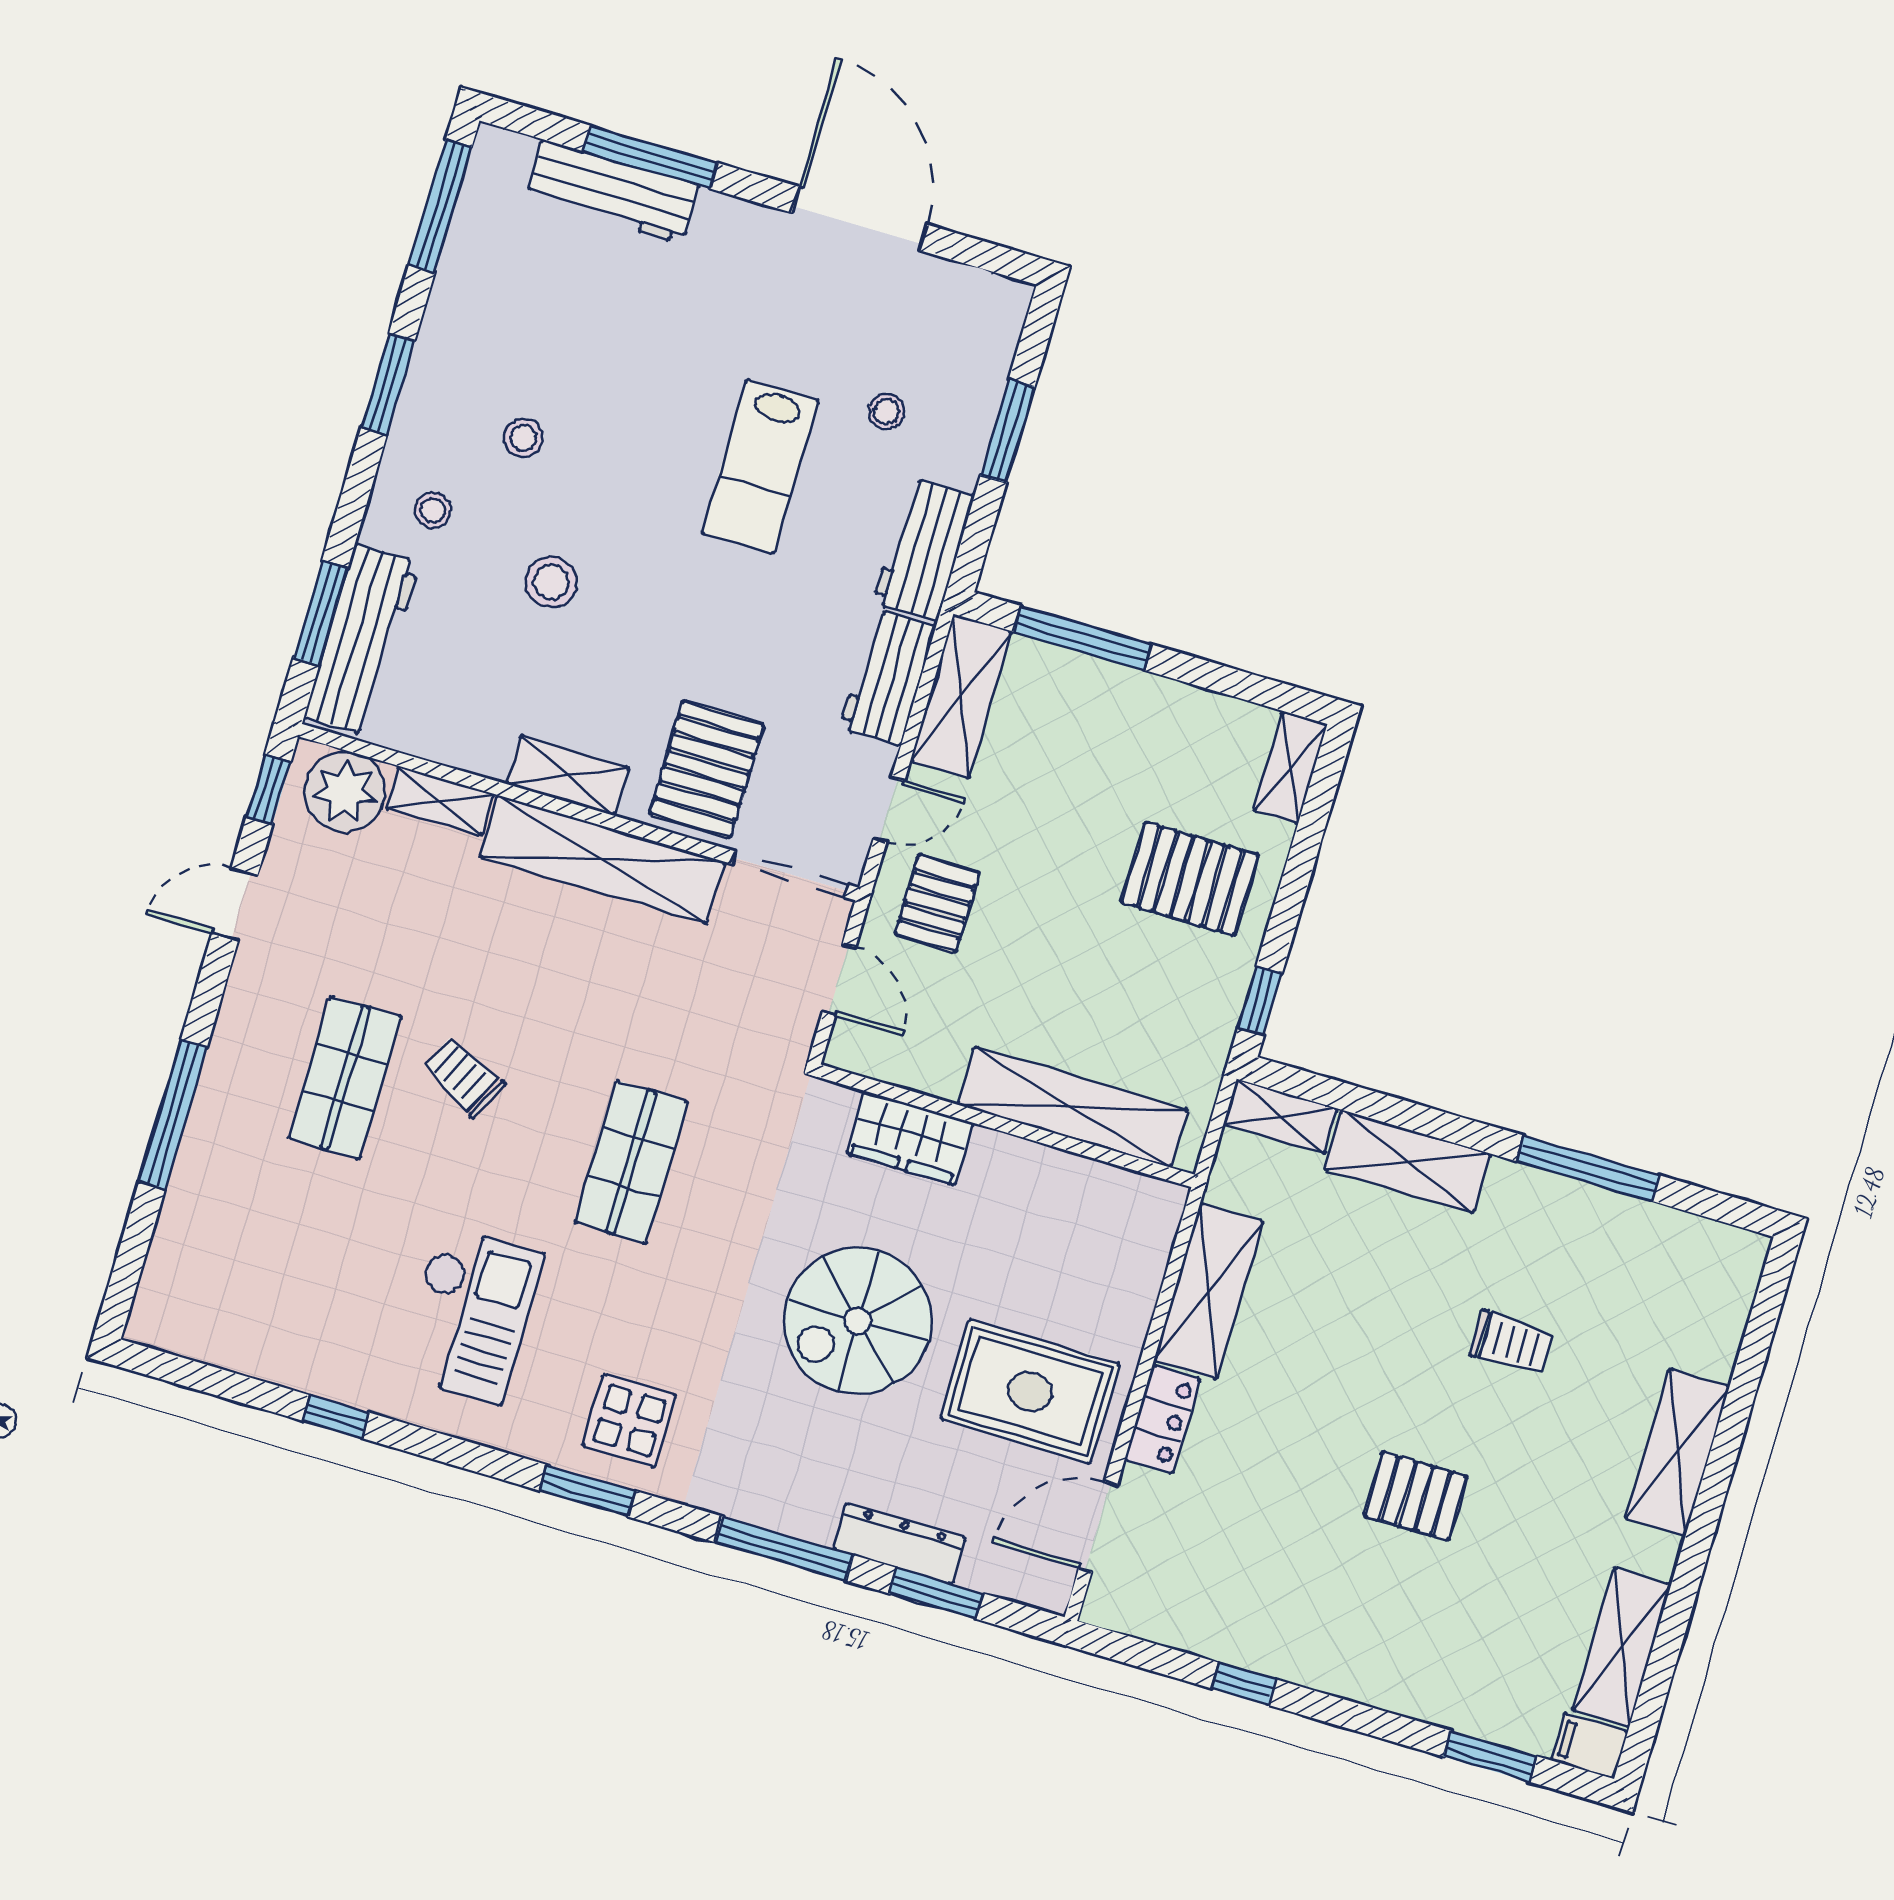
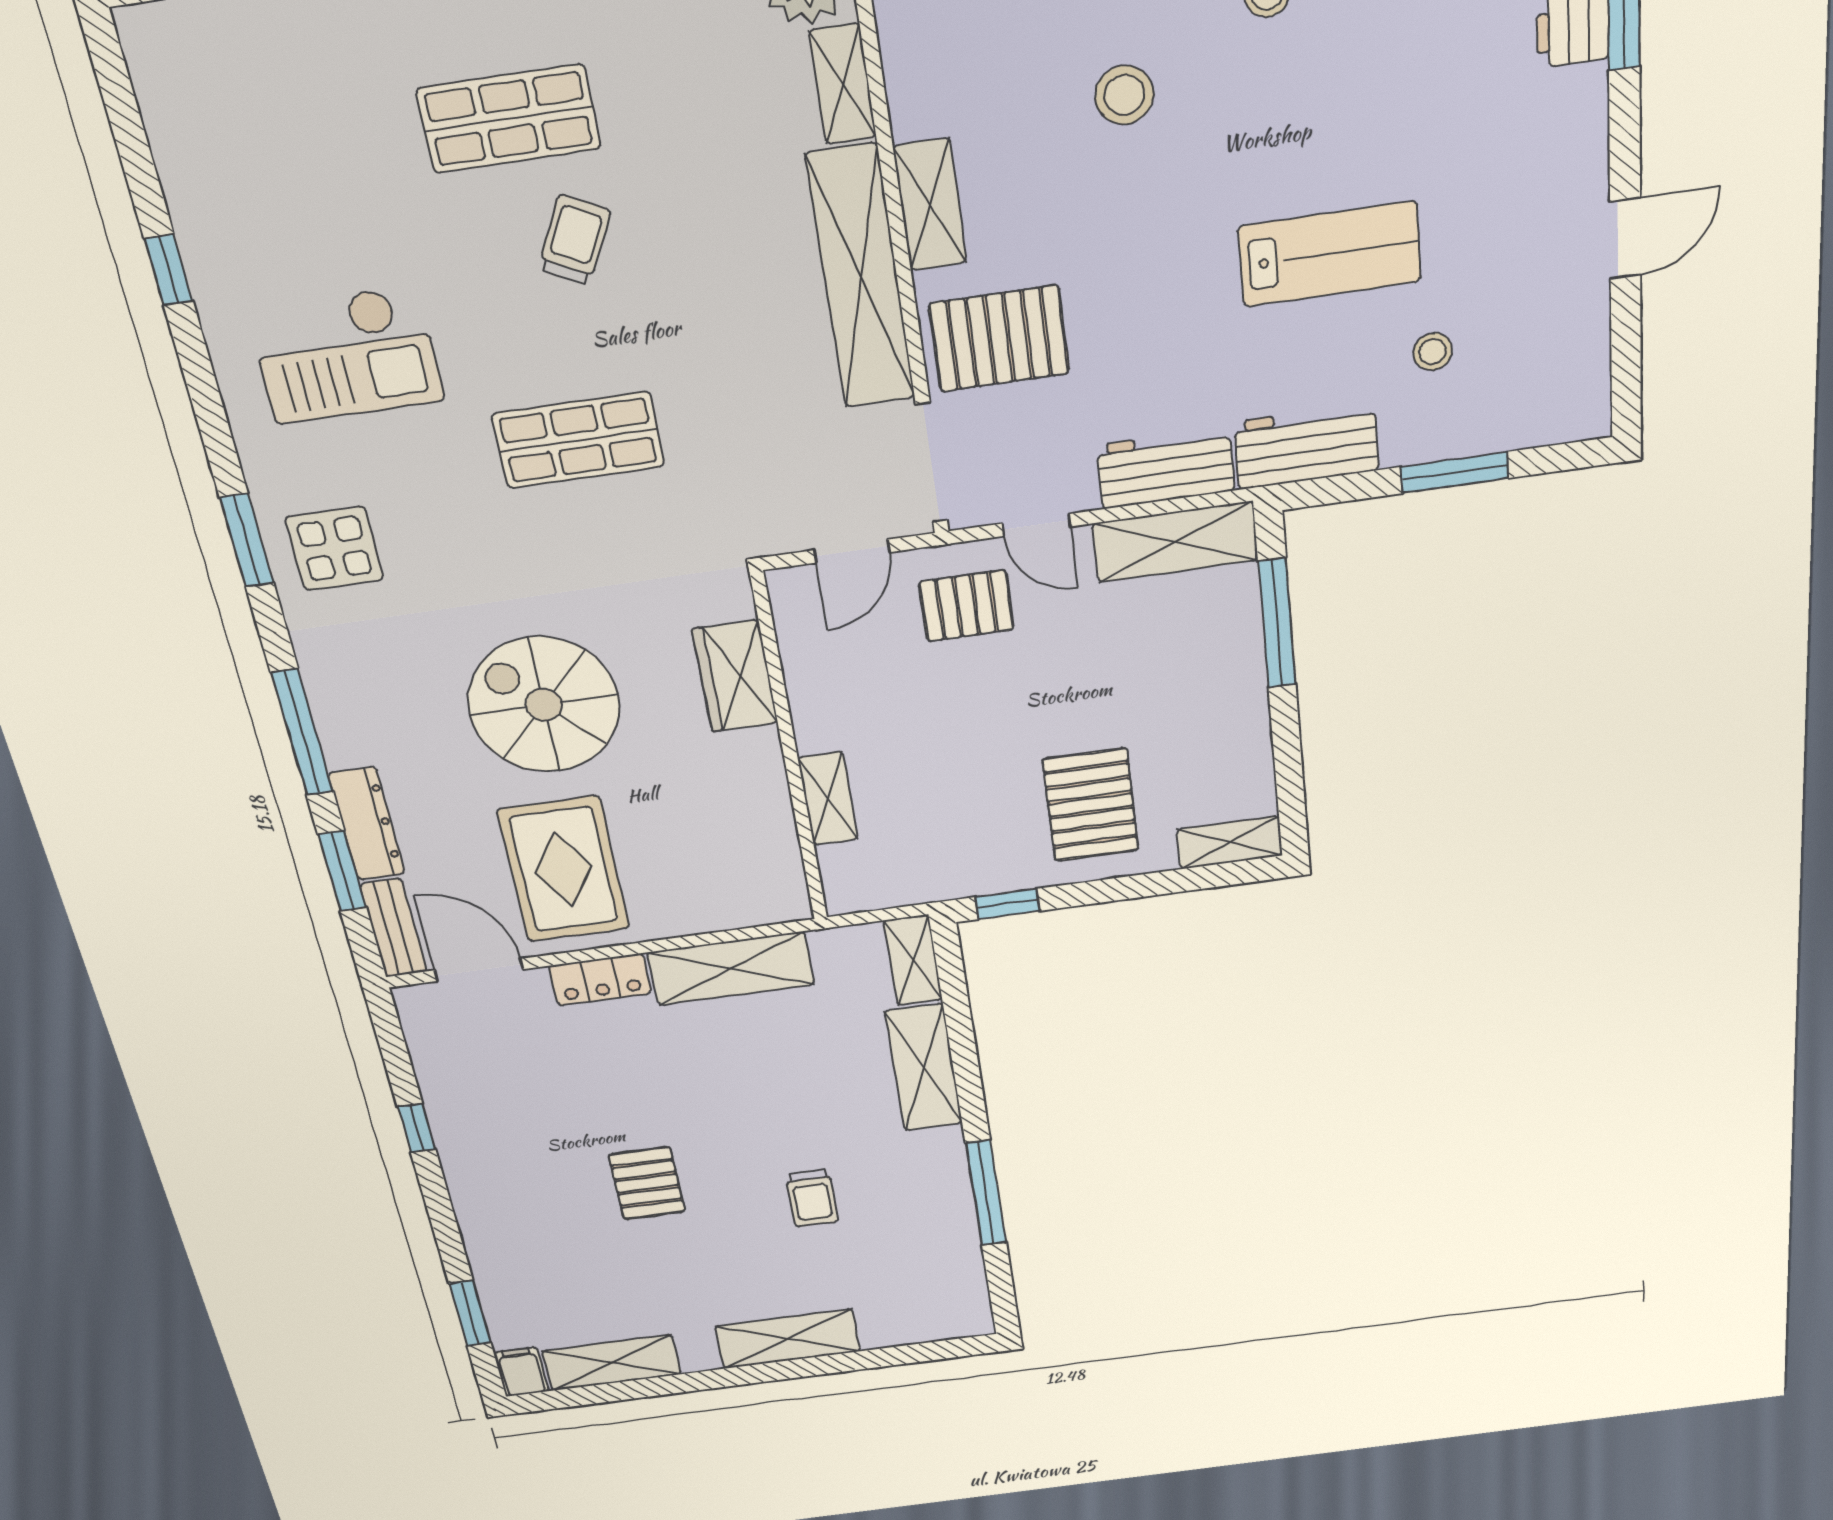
door: (859, 219) -> (1625, 238), width x0.53
lab bench: (760, 467) -> (1330, 254), turned 180
shelving: (1073, 1107) -> (828, 799), width x0.45, depth x0.75
bench: (1017, 1581) -> (393, 928), added

